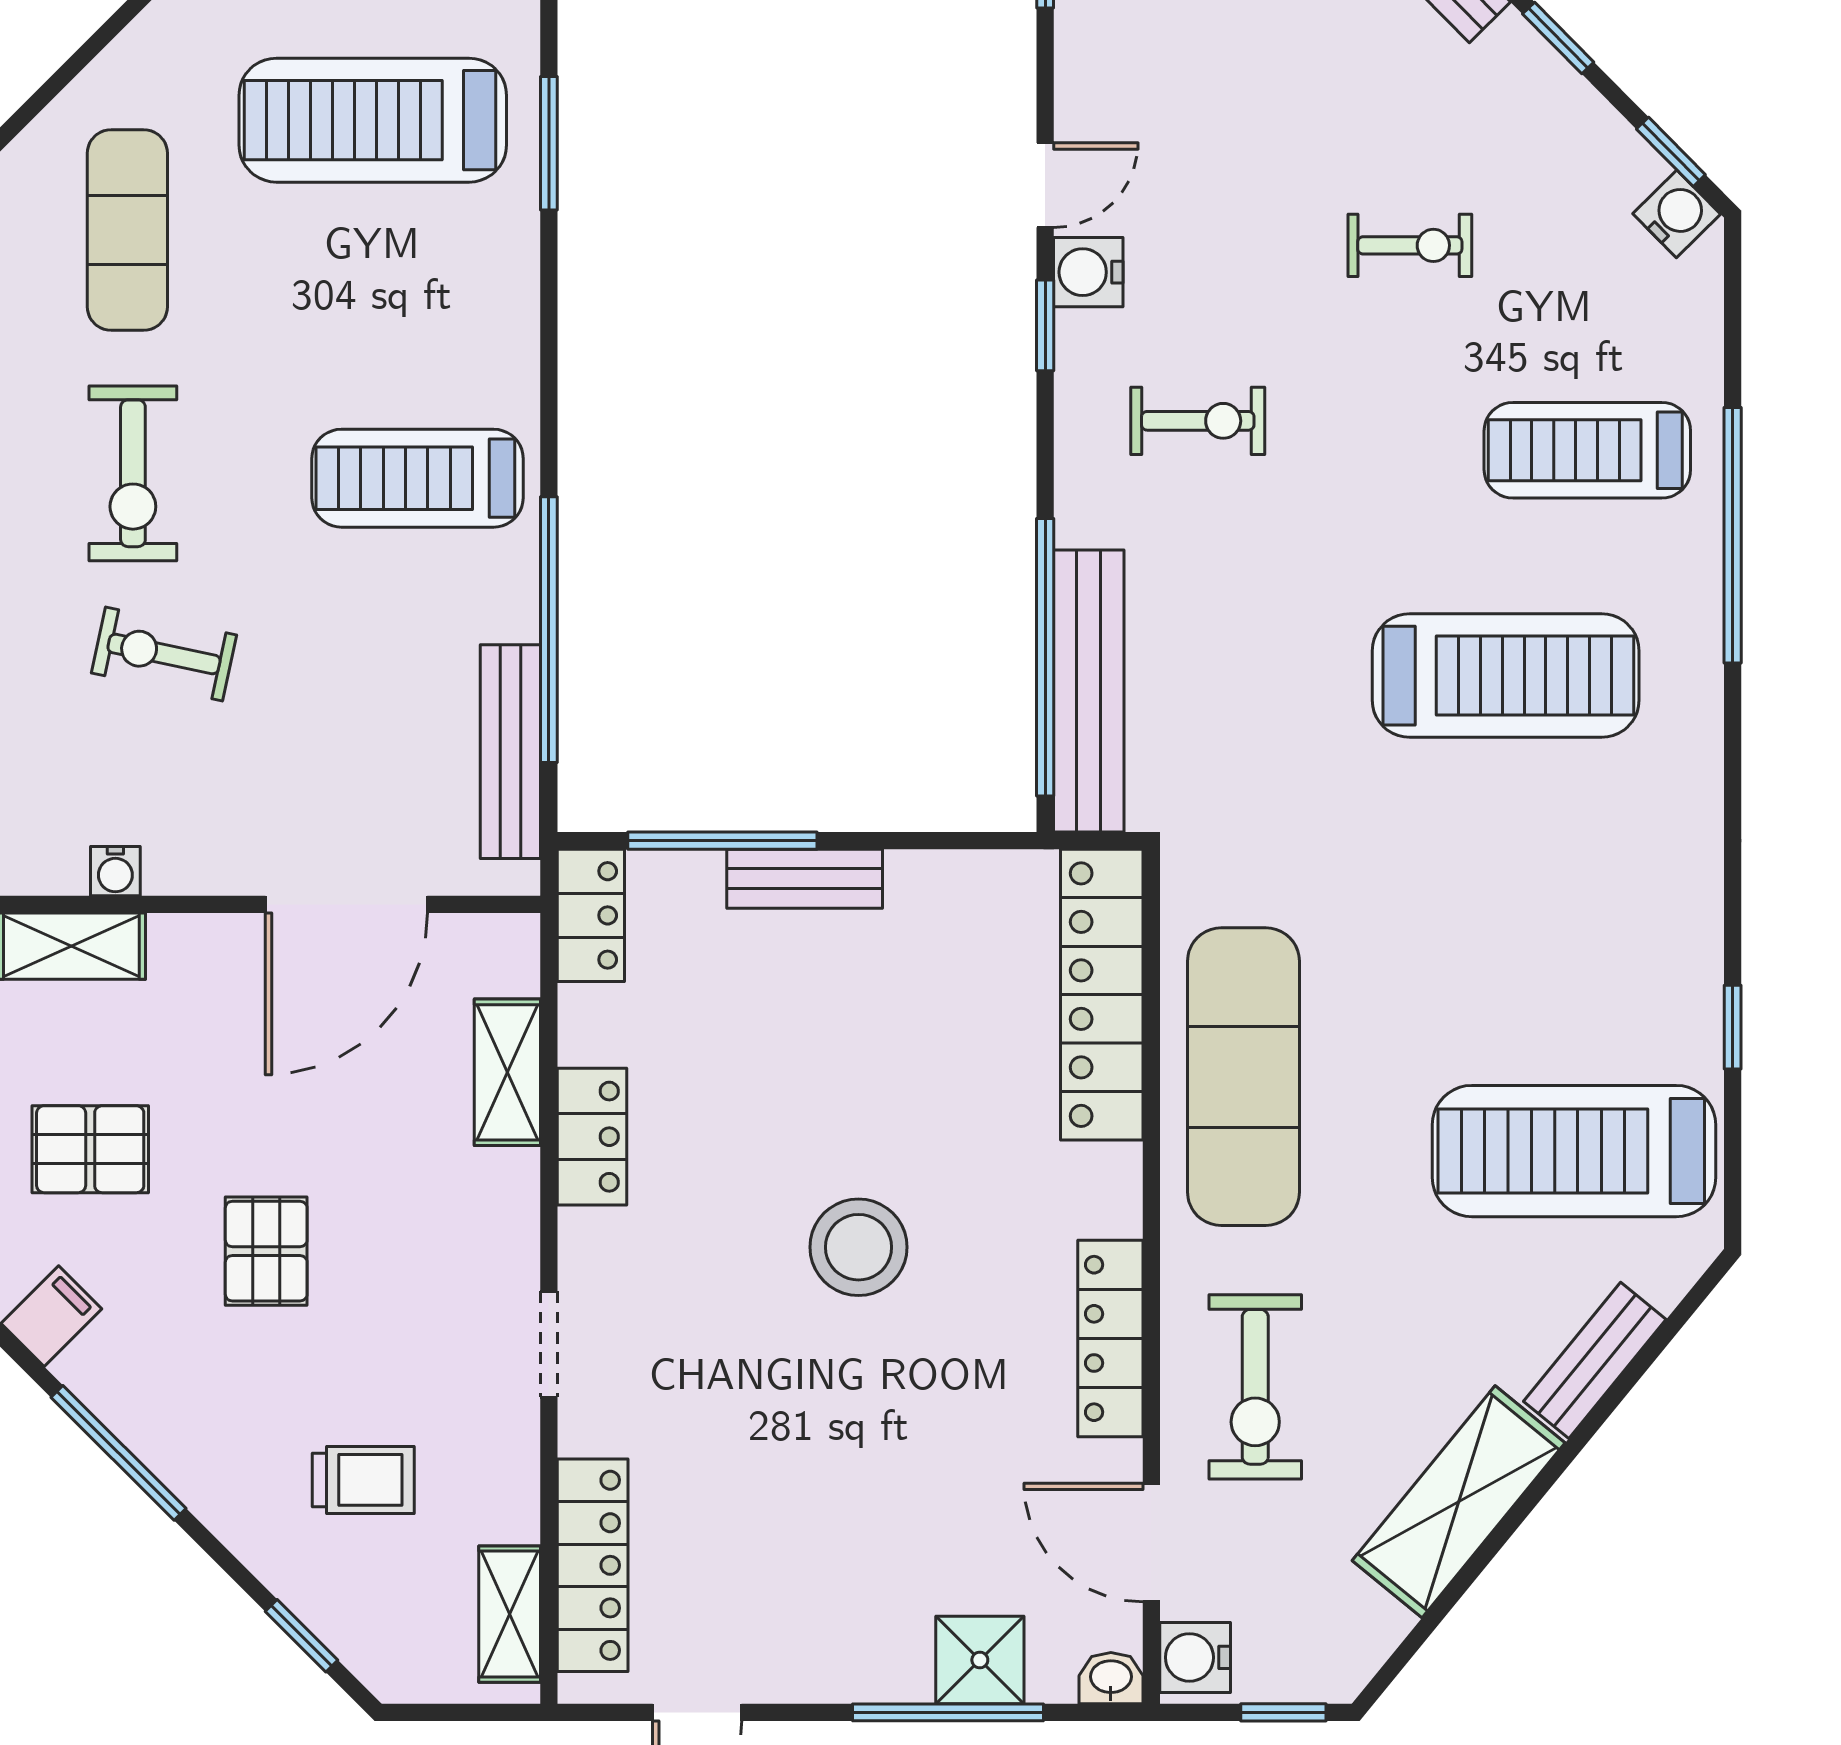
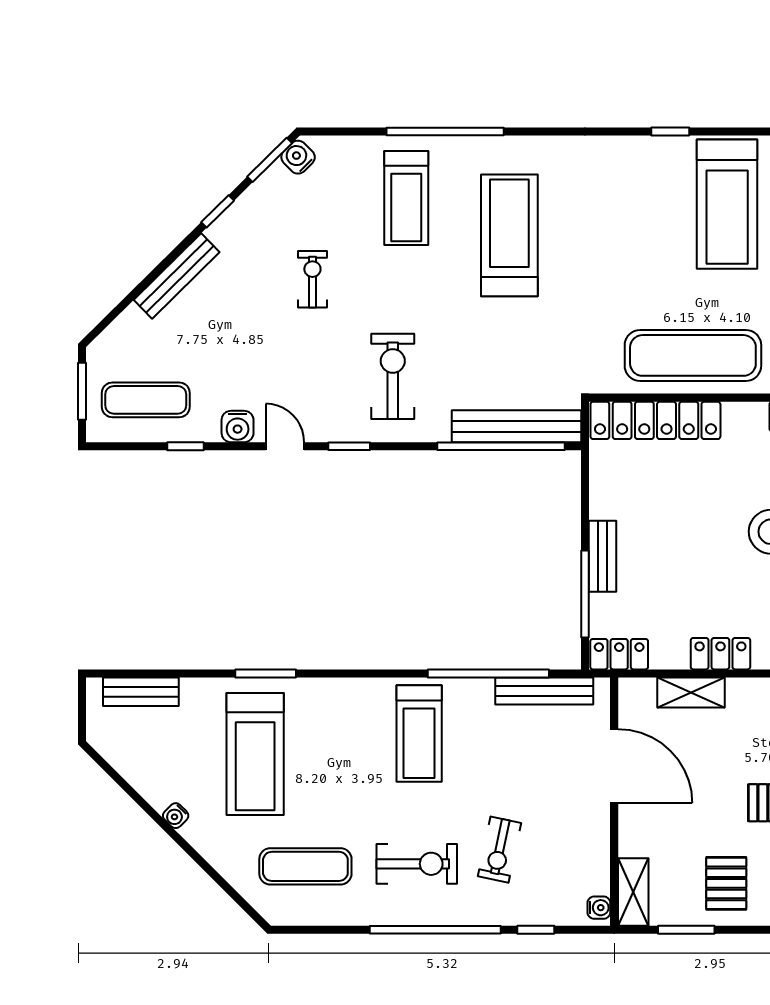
window: (1671, 152) -> (270, 160), width x1.50
water cooler: (1088, 272) -> (238, 427), moved
exercise bike: (1198, 421) -> (393, 376), width x1.38, depth x1.39
water cooler: (115, 871) -> (599, 908), moved

